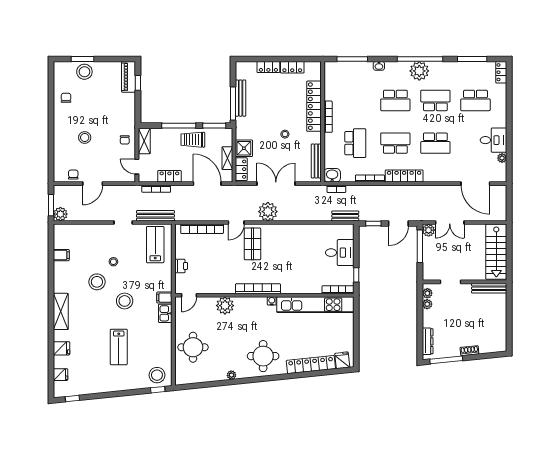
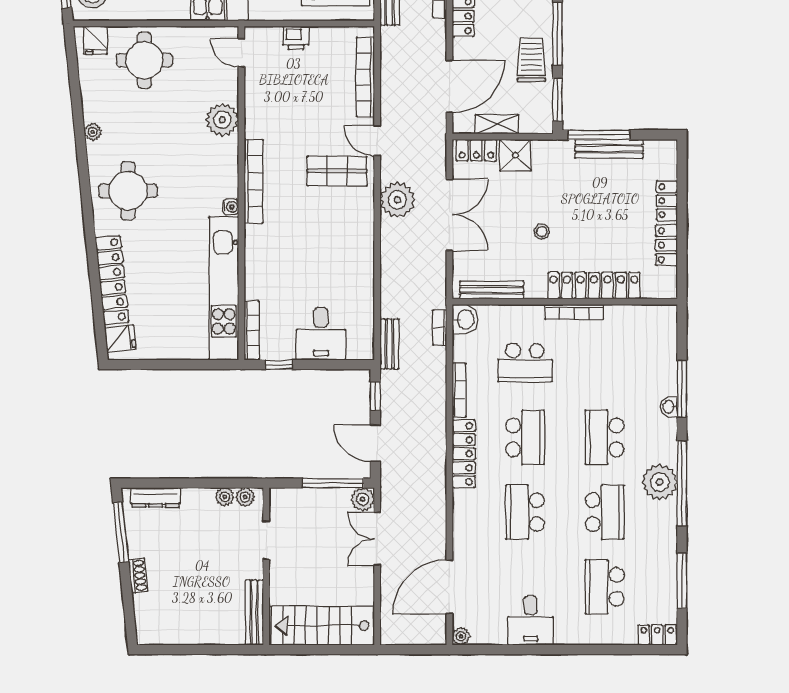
window: (352, 59) -> (682, 389), moved
plant: (502, 158) -> (461, 636), moved
fridge: (182, 374) -> (95, 40), added

